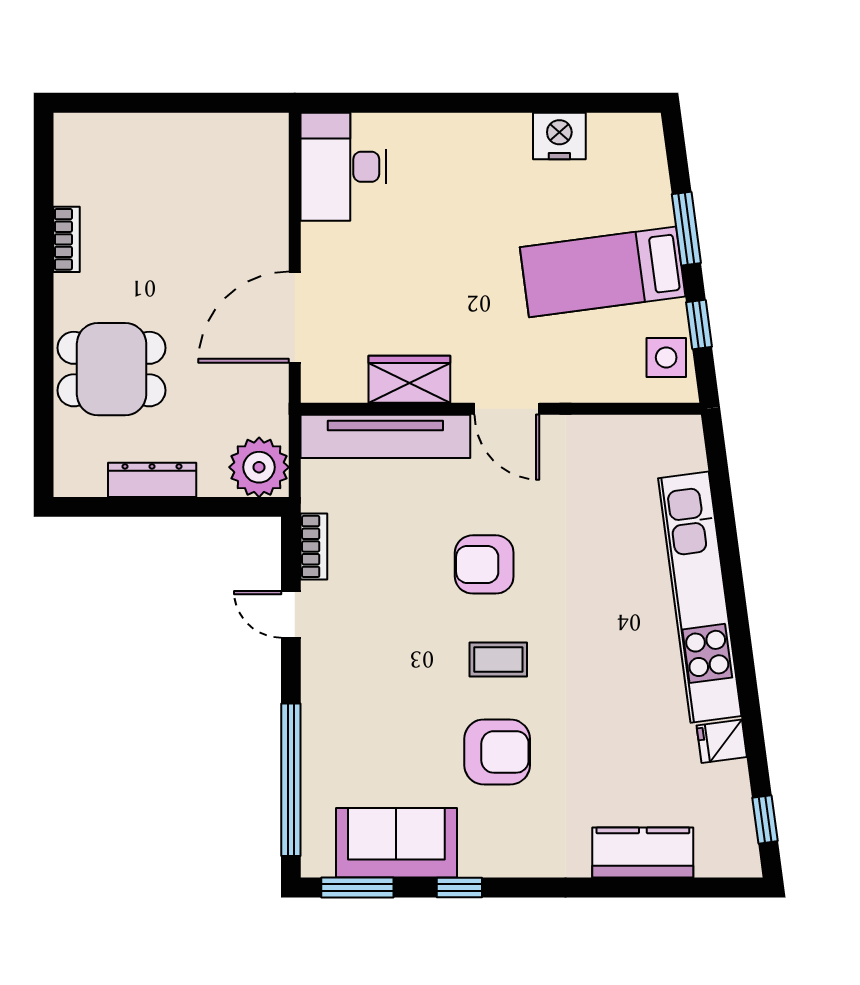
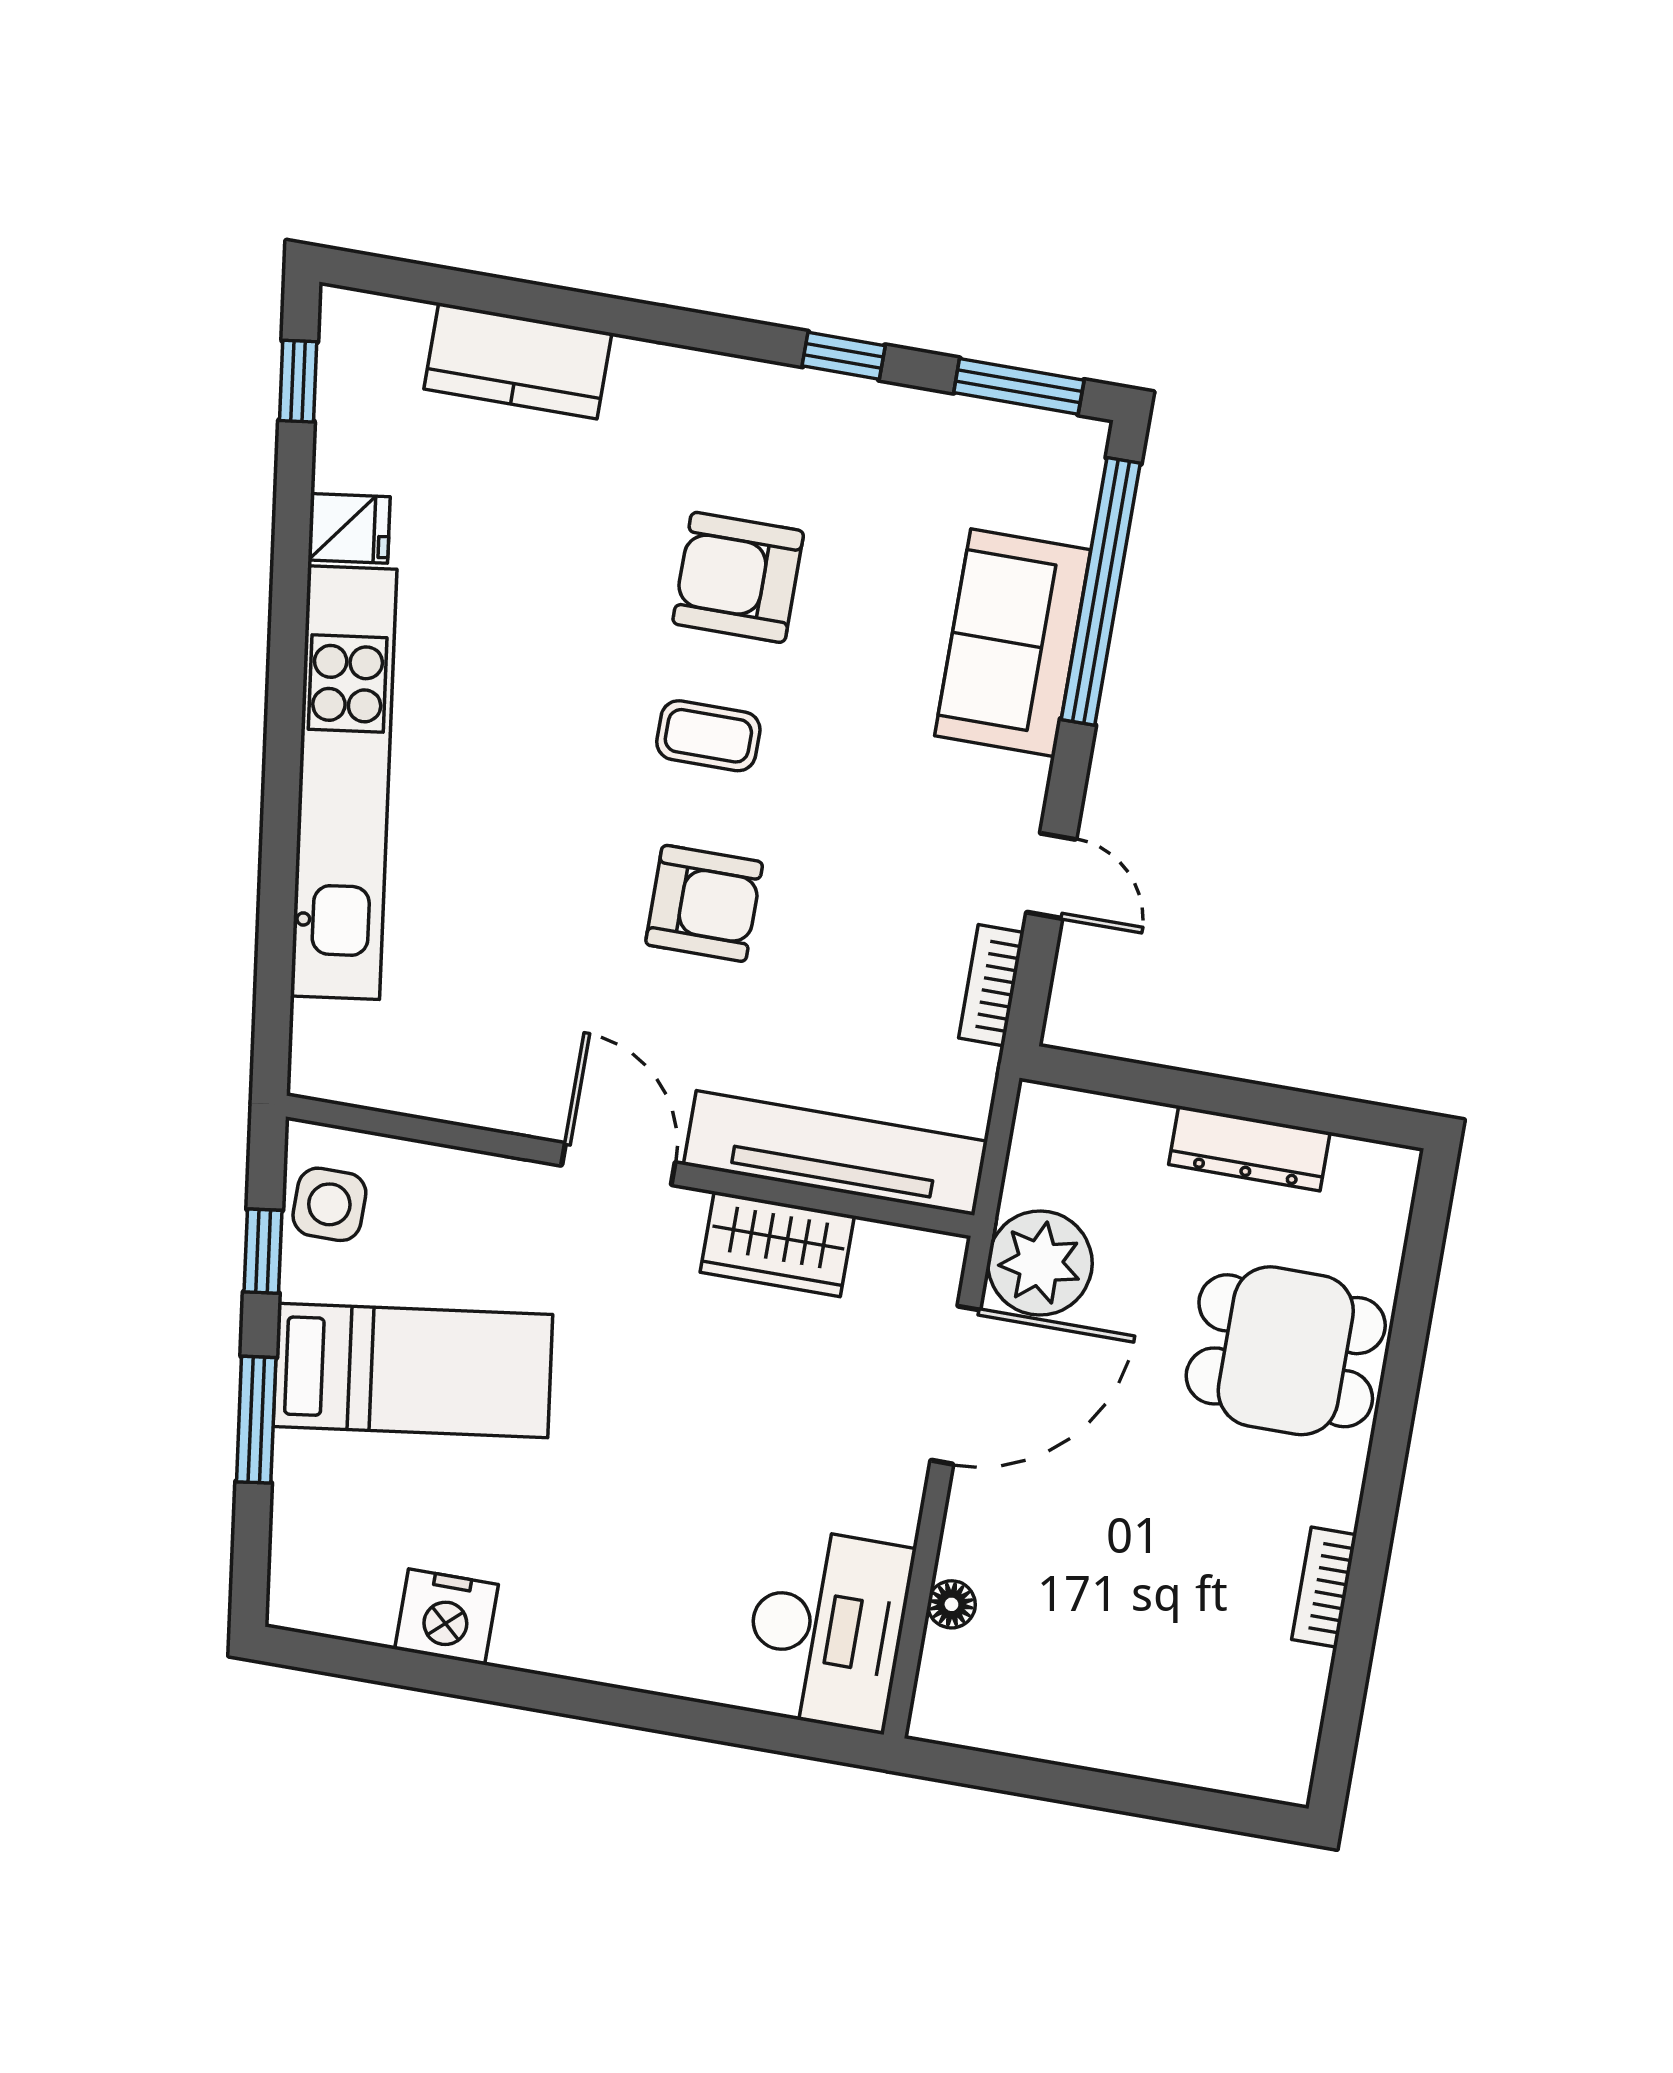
floor lamp: (275, 193) -> (951, 1604), added
plant: (259, 467) -> (1040, 1263), moved
sofa: (396, 843) -> (1013, 643), moved, turned 90

